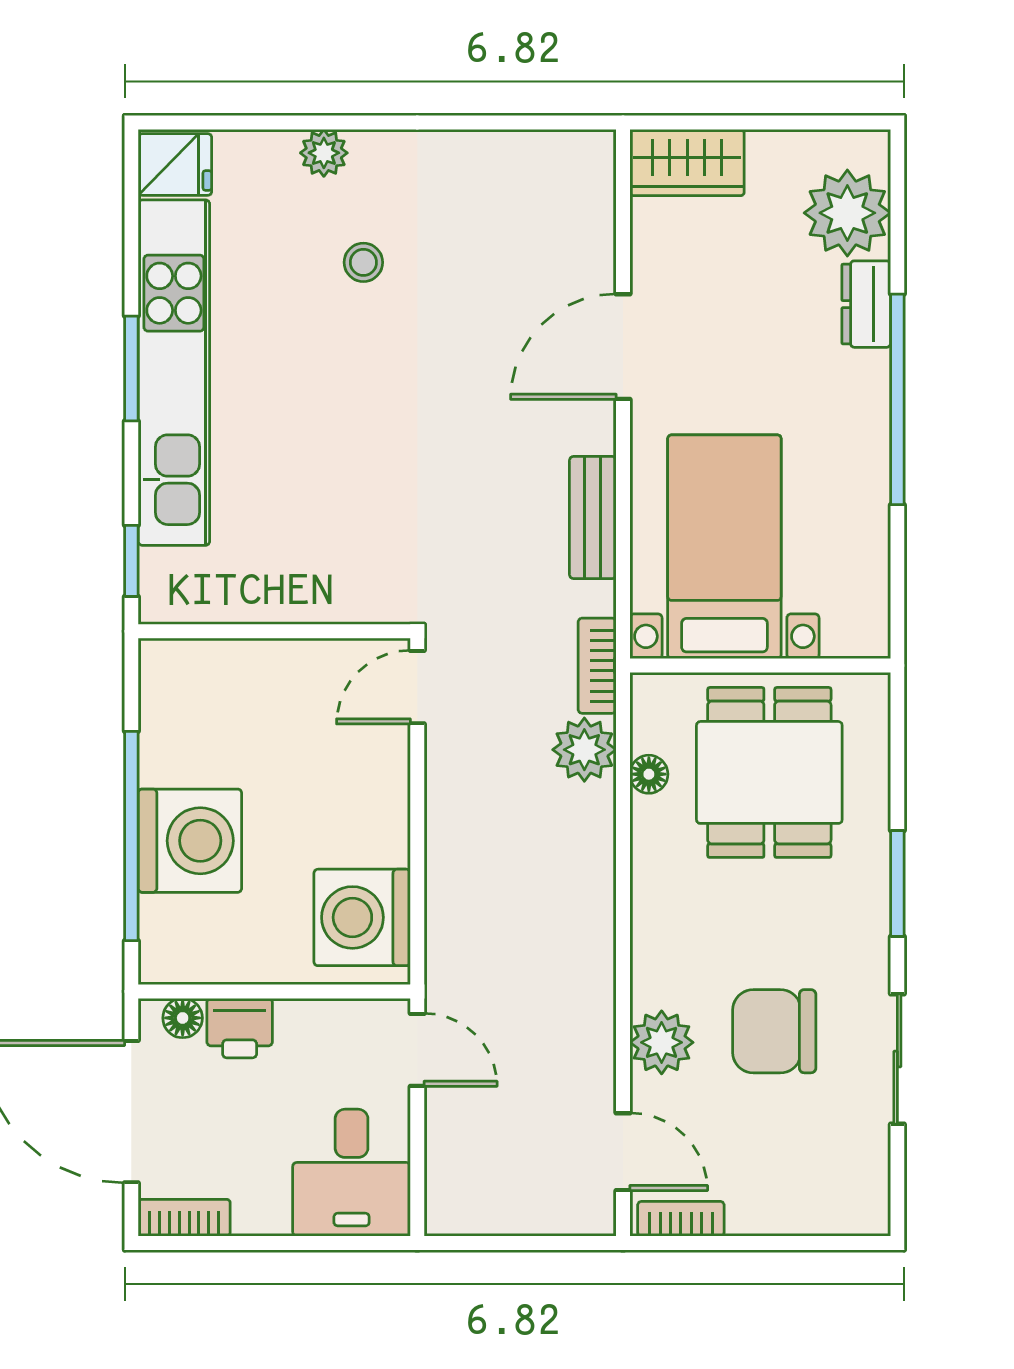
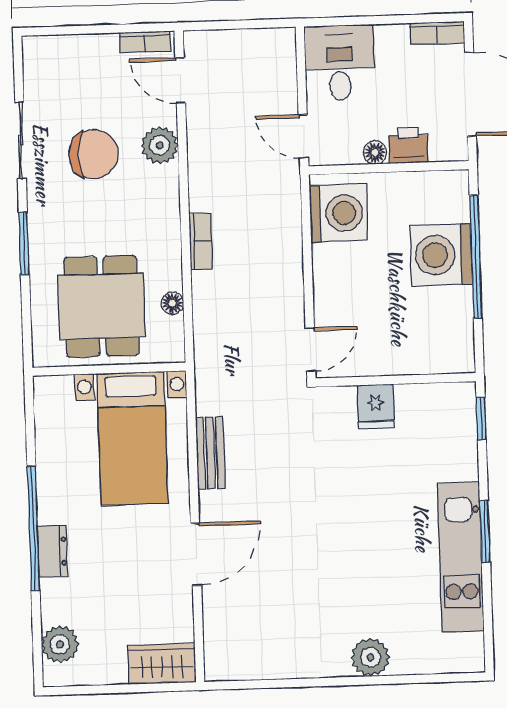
plant: (324, 153) -> (370, 657), width x1.38, depth x1.38
fridge: (175, 164) -> (376, 406), moved, turned -90
plant: (847, 213) -> (60, 644), width x0.73, depth x0.73
stool: (363, 262) -> (350, 599), removed
dresser: (866, 304) -> (53, 551), moved
kitchen unit: (174, 373) -> (461, 557), width x0.73
bookcase: (597, 666) -> (201, 241), moved
plant: (584, 750) -> (211, 316), removed
floor lamp: (183, 1018) -> (375, 153), moved

